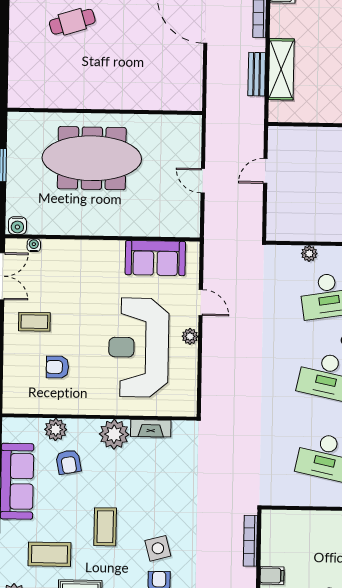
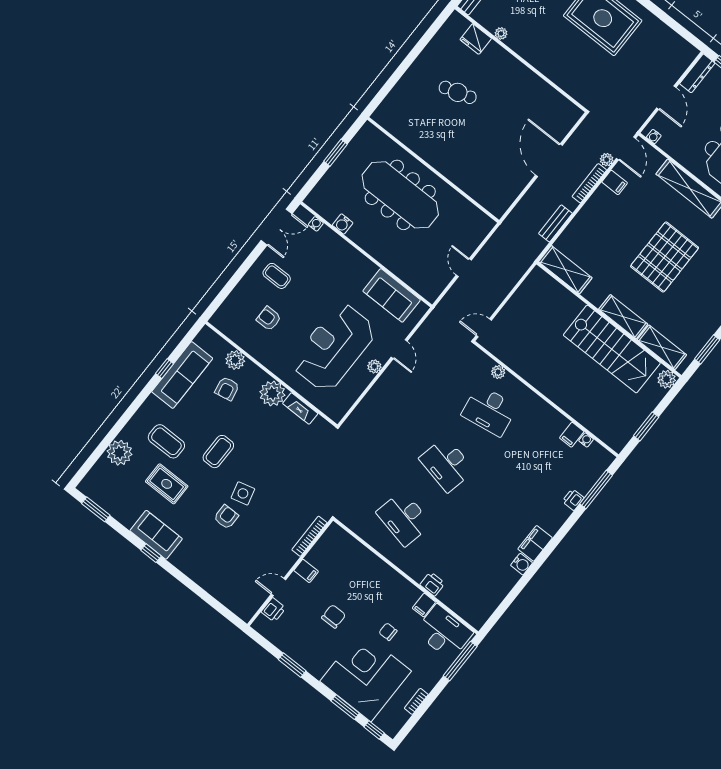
shelving: (281, 69) -> (565, 270), moved, turned 90
door: (265, 171) -> (484, 328), moved
water cooler: (17, 226) -> (343, 224), moved

